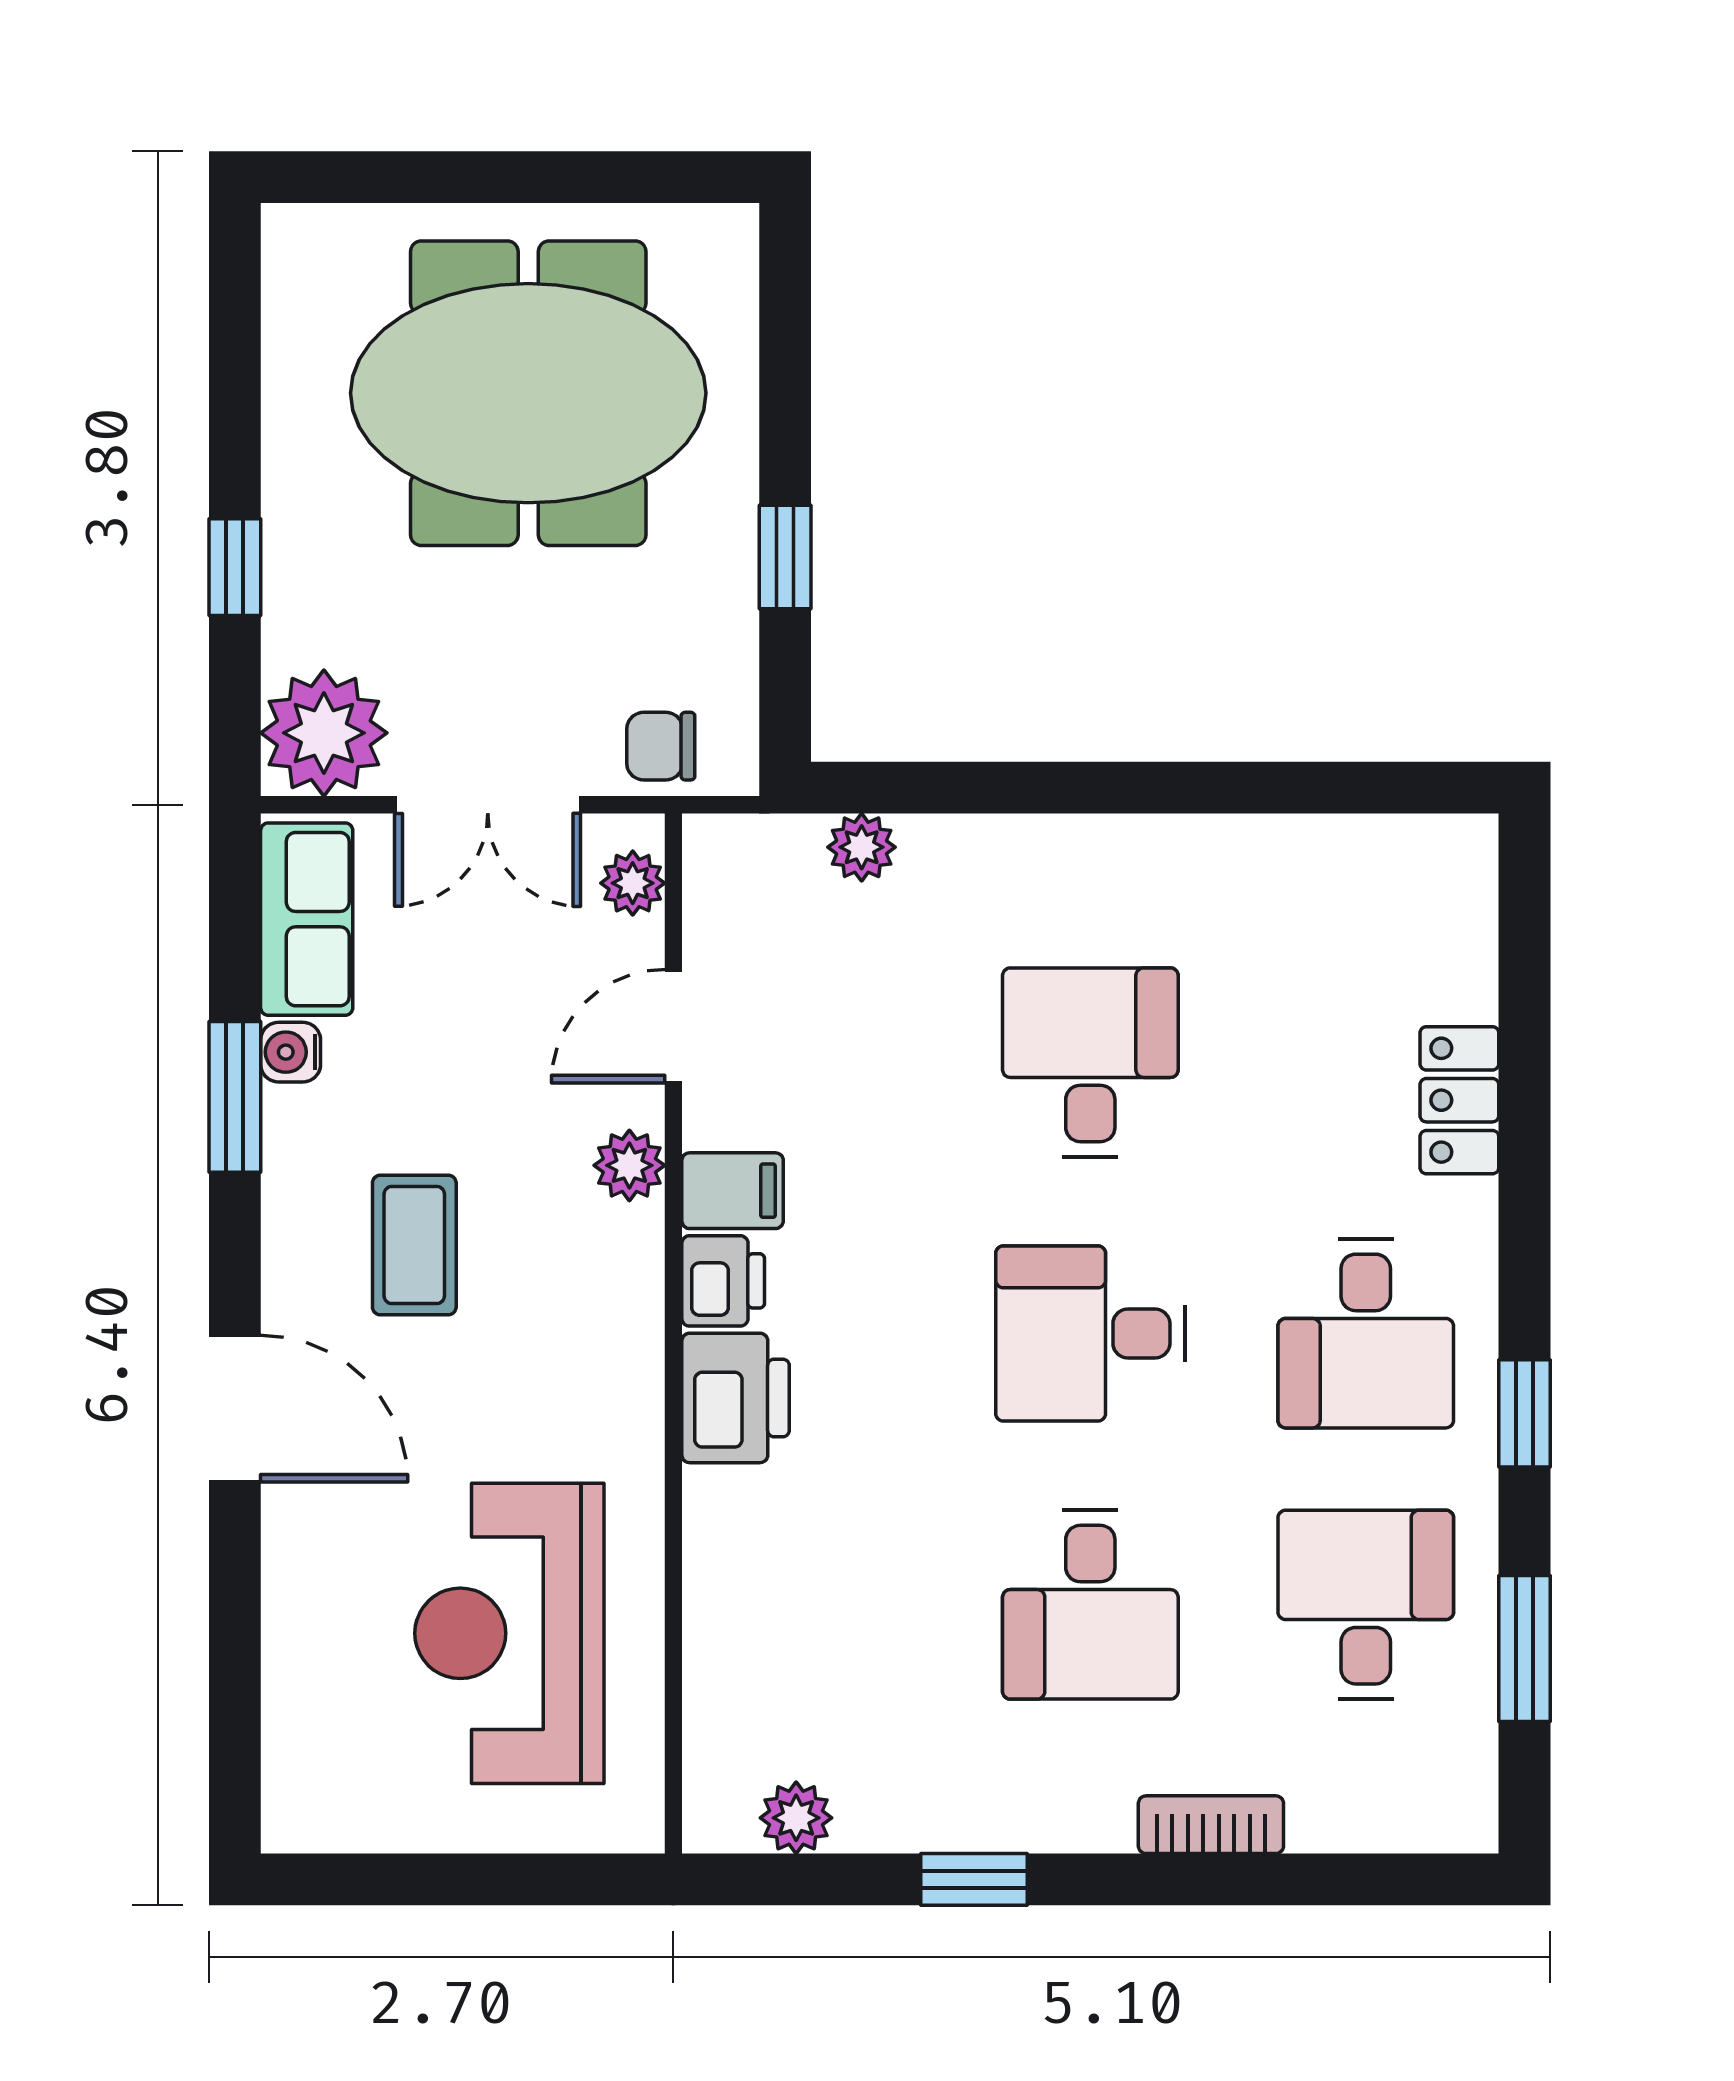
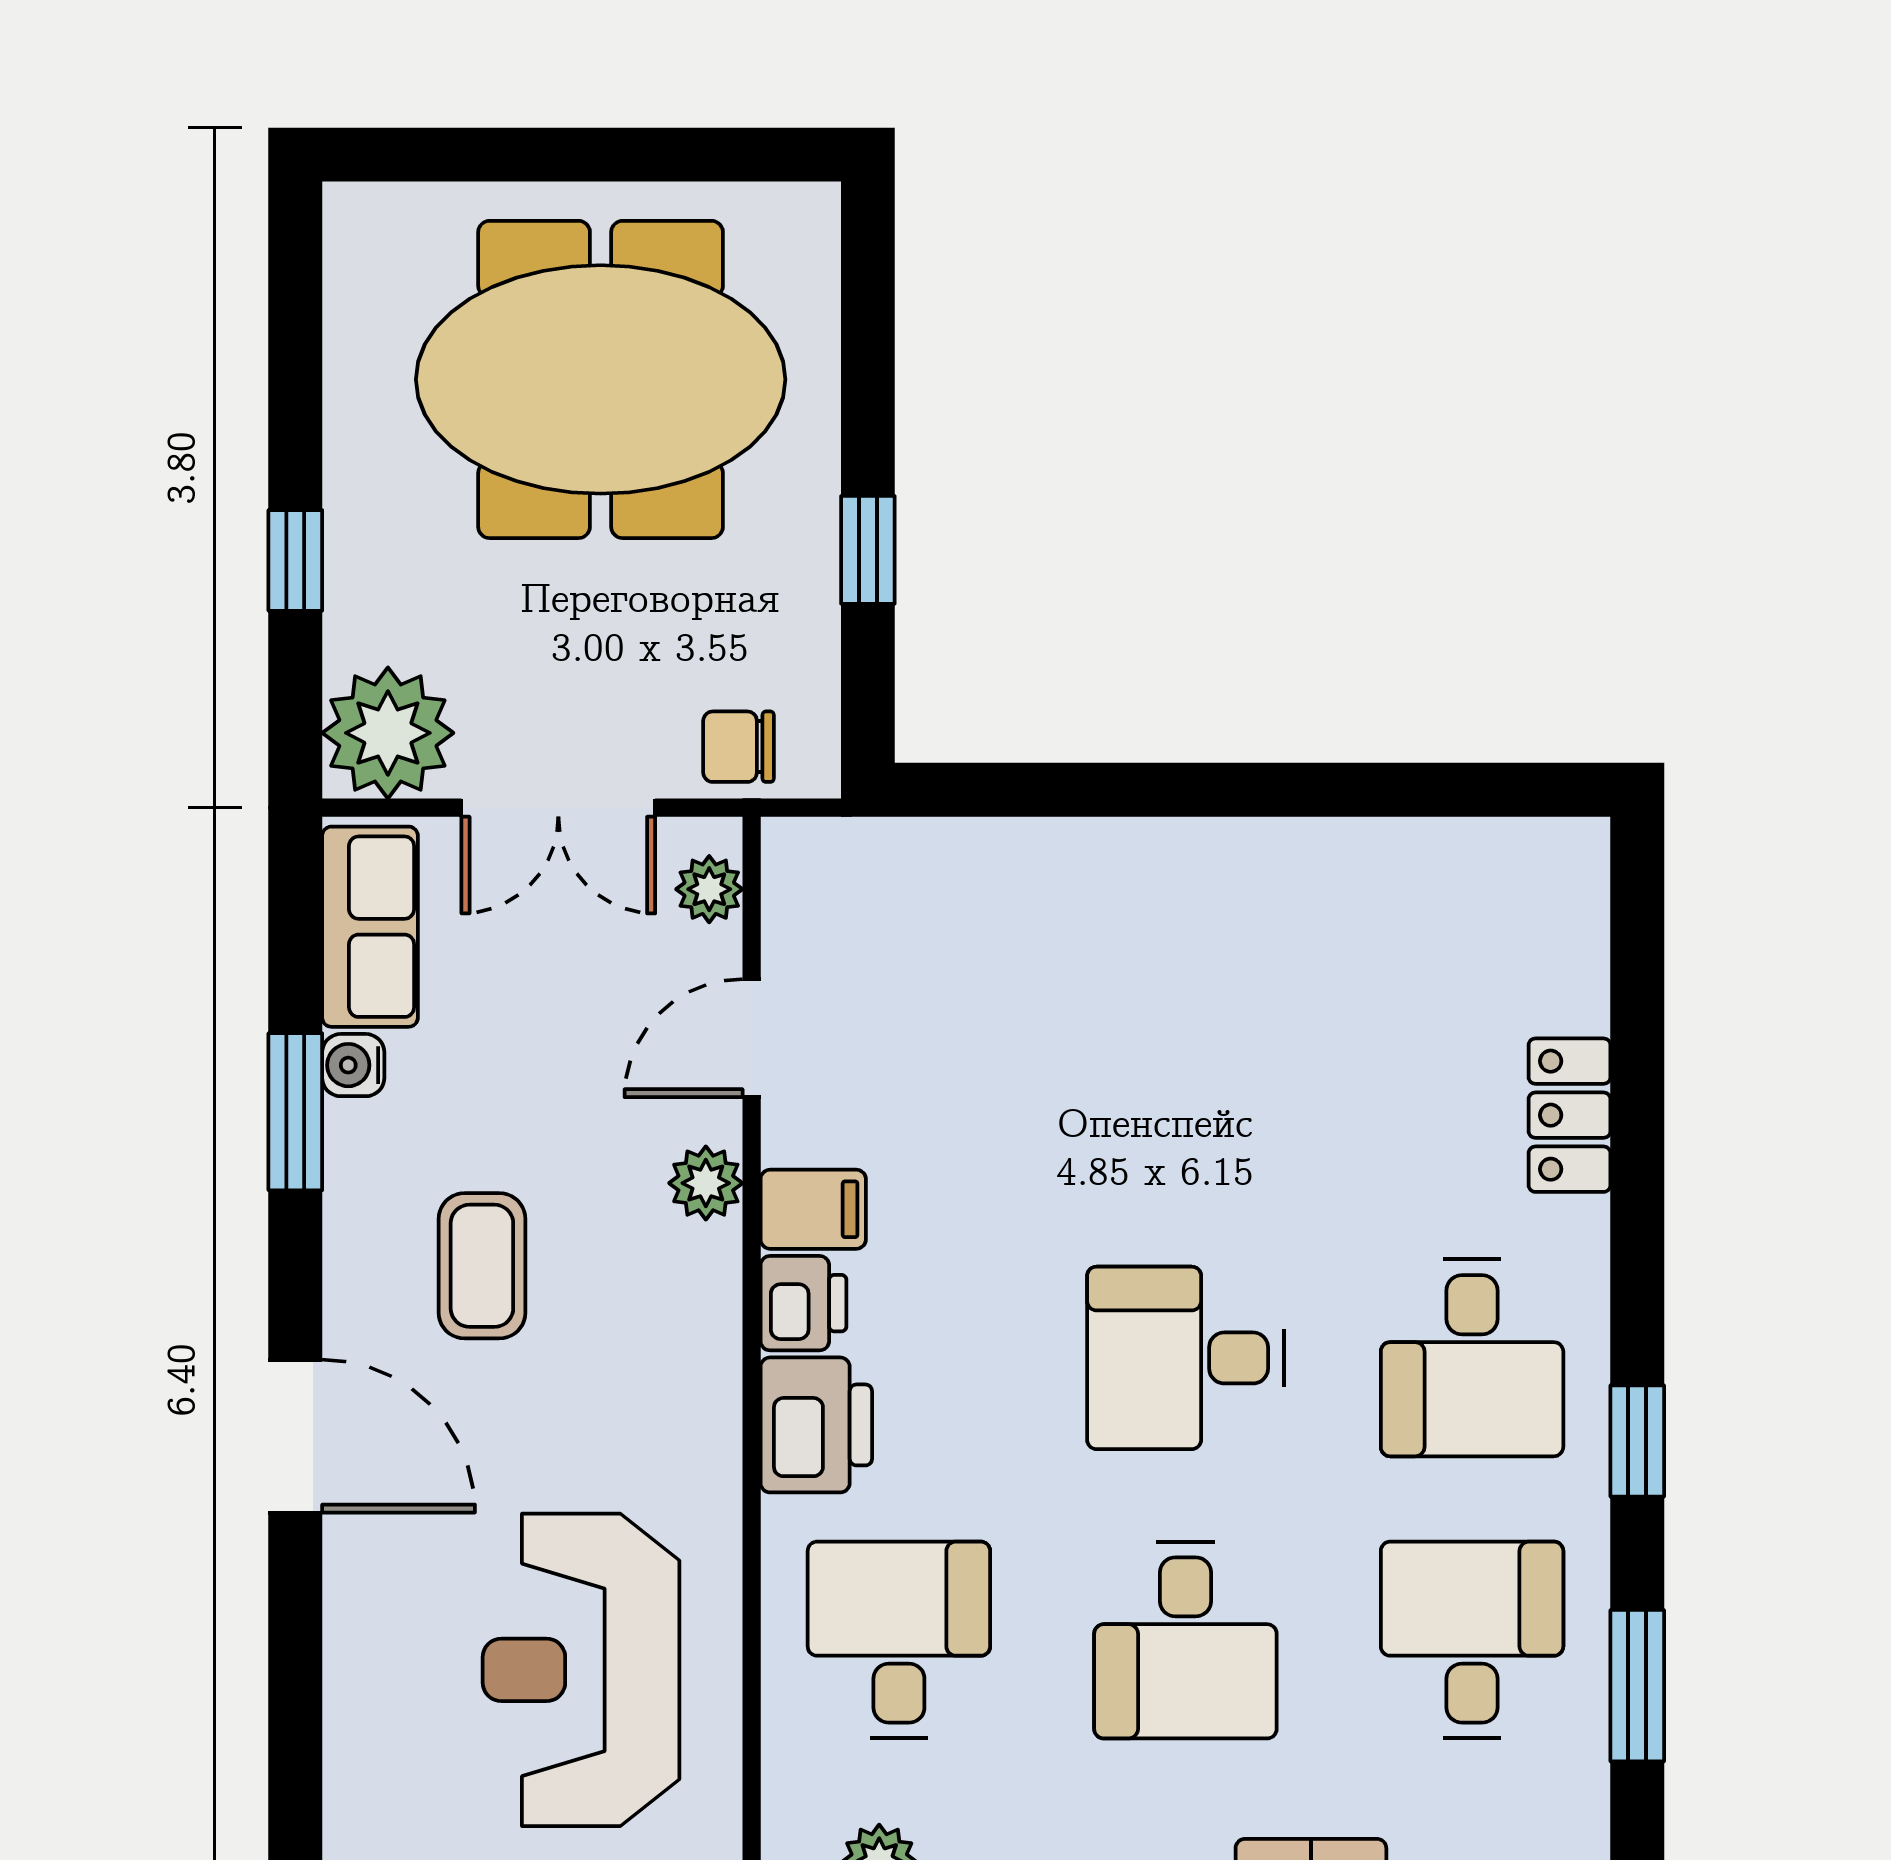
plant: (862, 847) -> (947, 852), removed
desk: (1090, 1062) -> (899, 1640), moved

